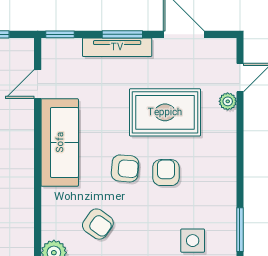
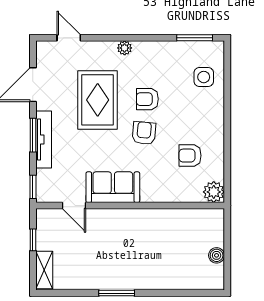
plant: (228, 101) -> (125, 48), moved
sofa: (60, 142) -> (113, 187), width x0.73
armchair: (98, 224) -> (190, 156), turned -125

